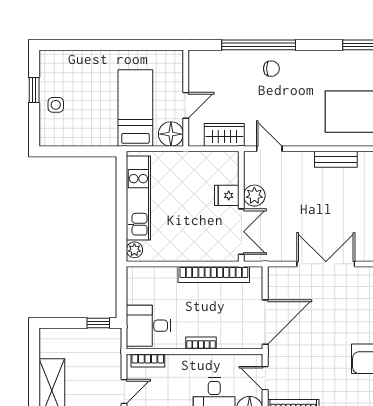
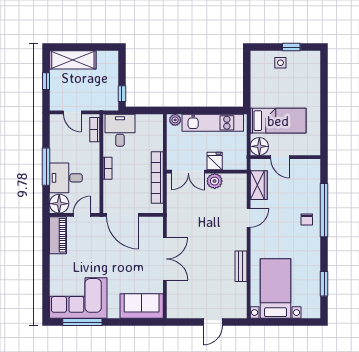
fridge: (227, 195) -> (215, 161), moved
plant: (254, 196) -> (215, 181), moved
wall: (241, 206) -> (207, 172), moved
double door: (241, 232) -> (188, 172), moved

